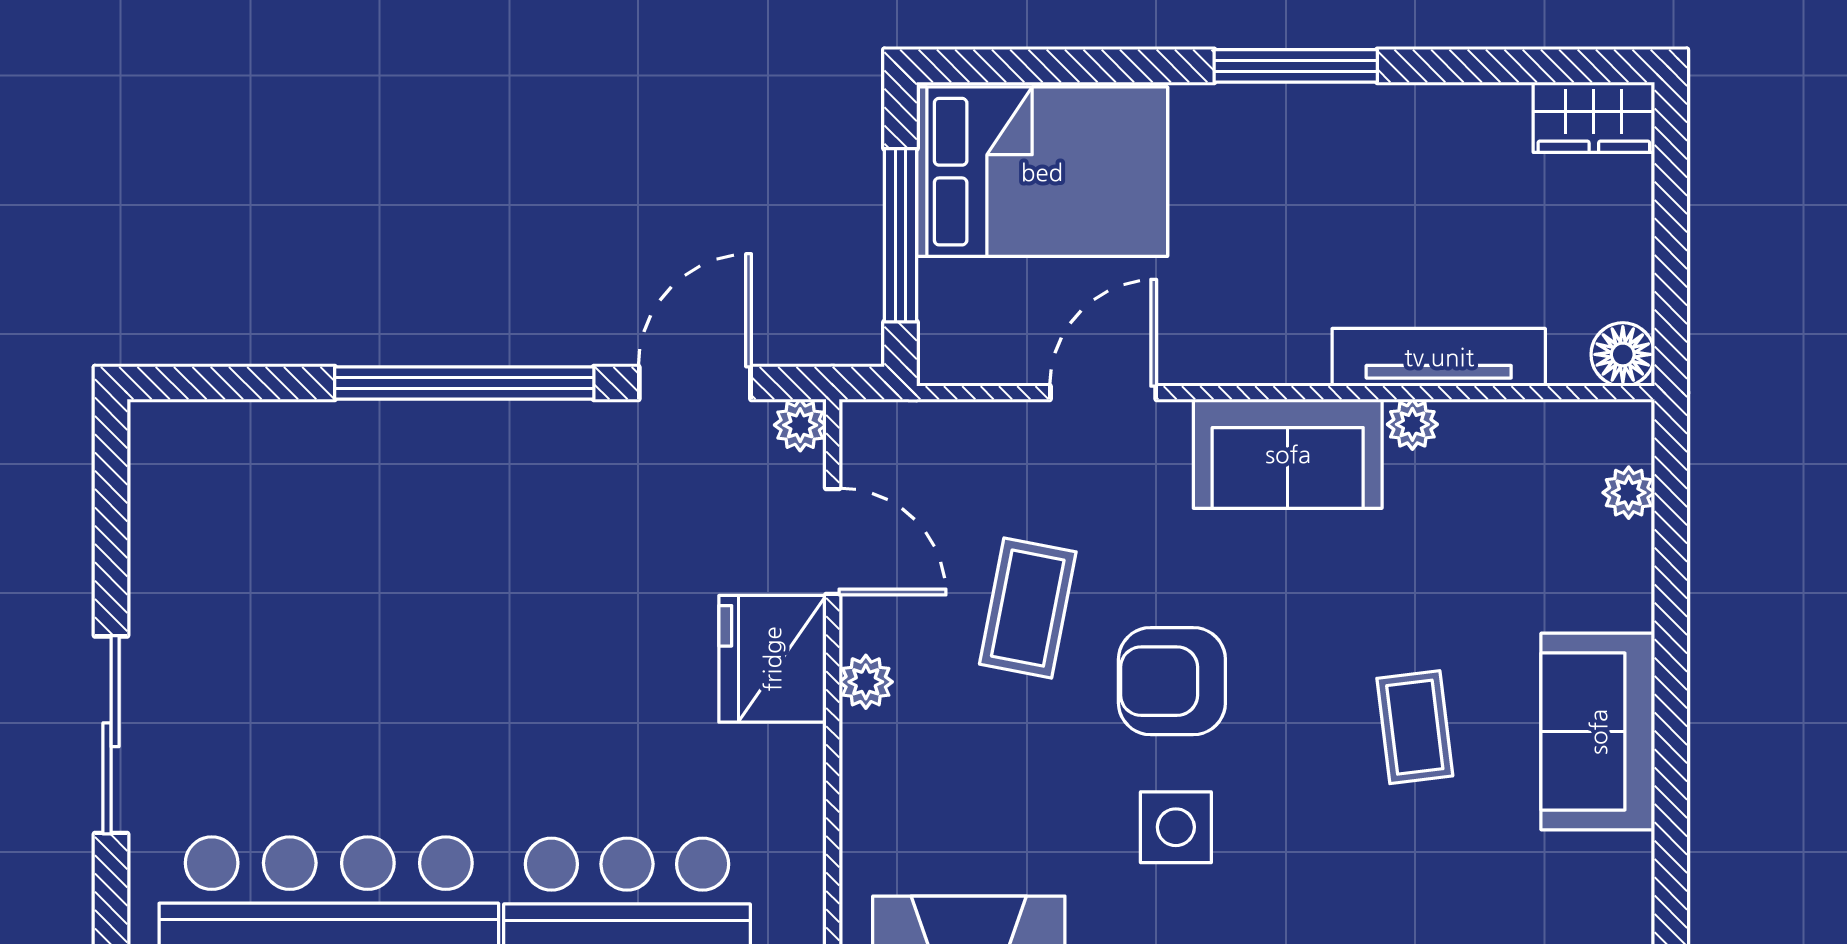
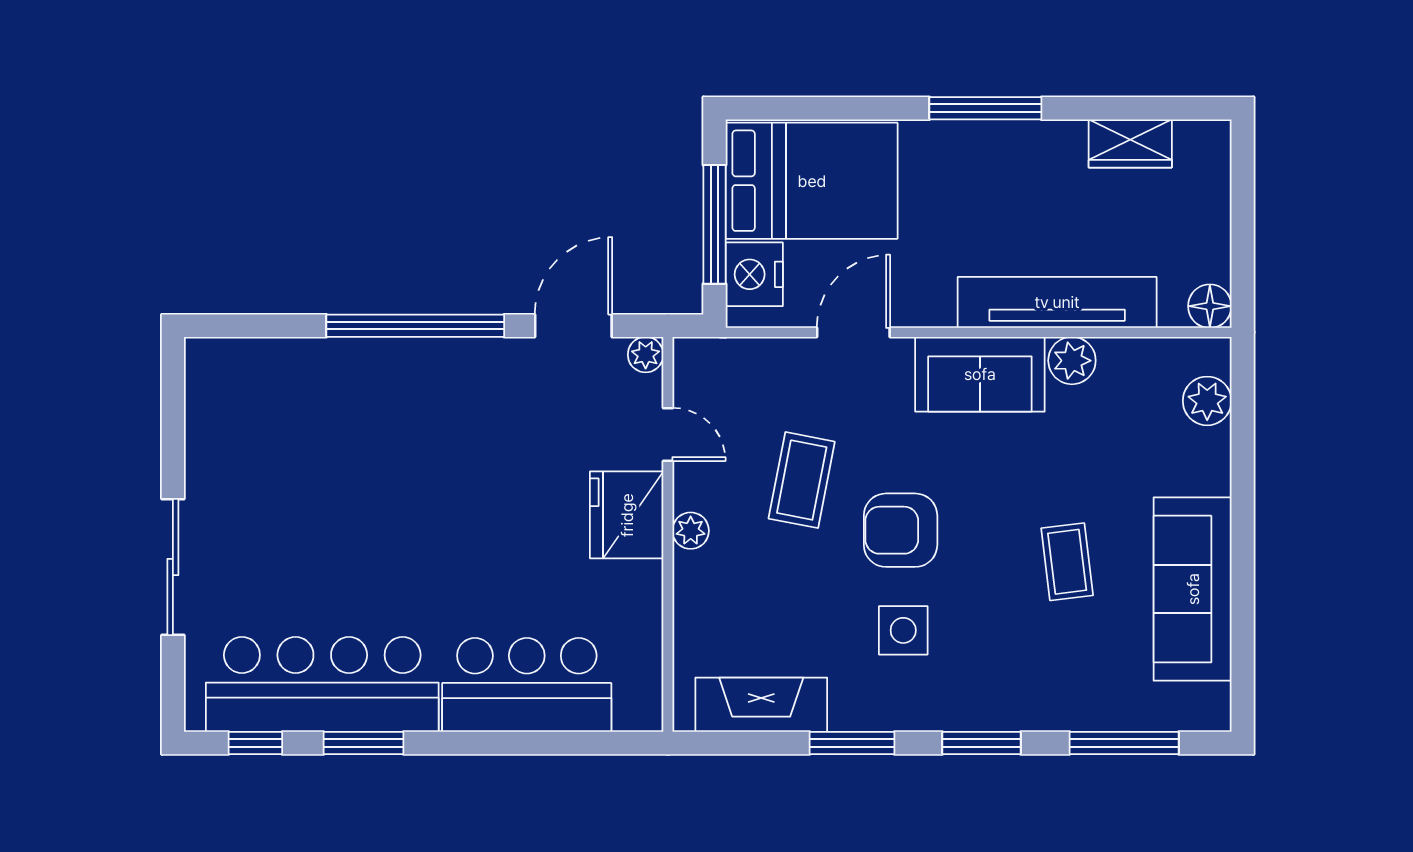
wardrobe: (1594, 117) -> (1130, 143), moved
nightstand: (959, 308) -> (754, 274), added
tv unit: (1439, 357) -> (1057, 302), width x1.36, depth x1.29
plant: (1412, 424) -> (1072, 361), width x1.38, depth x1.38
plant: (1629, 493) -> (1207, 401), width x1.38, depth x1.38
door: (833, 541) -> (668, 434), width x0.73
sofa: (1598, 732) -> (1193, 589), width x1.36

